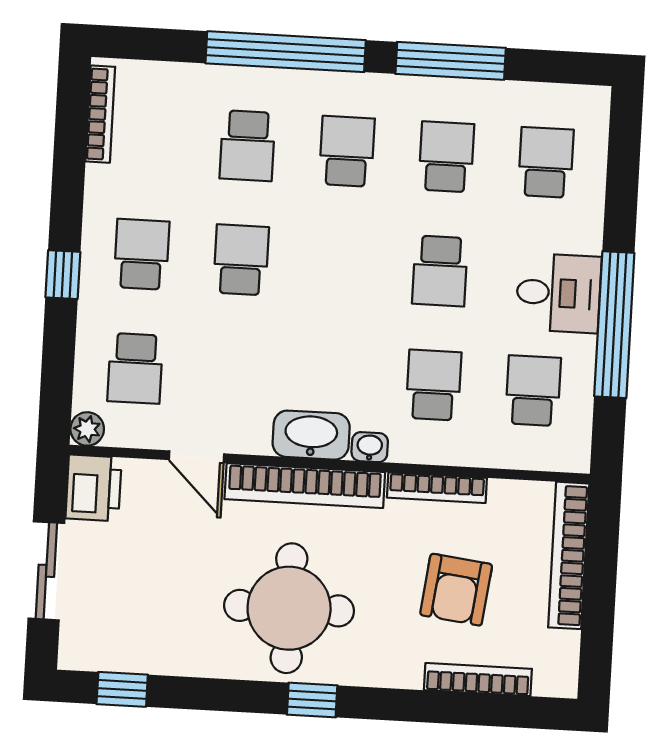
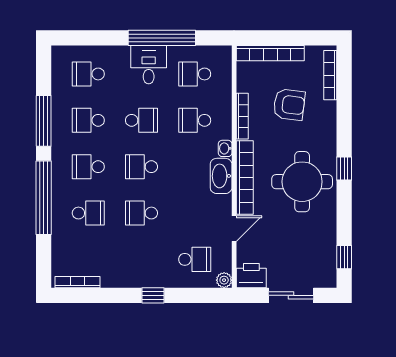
school desk: (142, 254) -> (141, 167), moved
bookcase: (478, 680) -> (330, 75), moved

